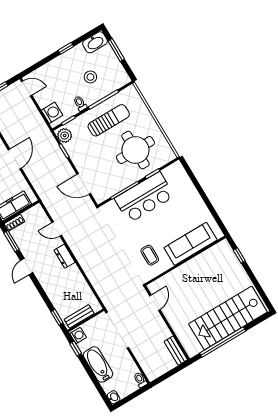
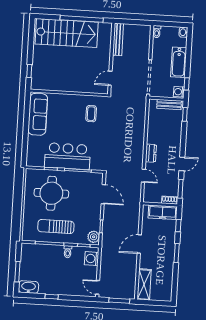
stool: (90, 77) -> (48, 265), removed
sofa: (191, 244) -> (38, 114), moved, turned -90
bench: (176, 351) -> (118, 39), width x1.36

